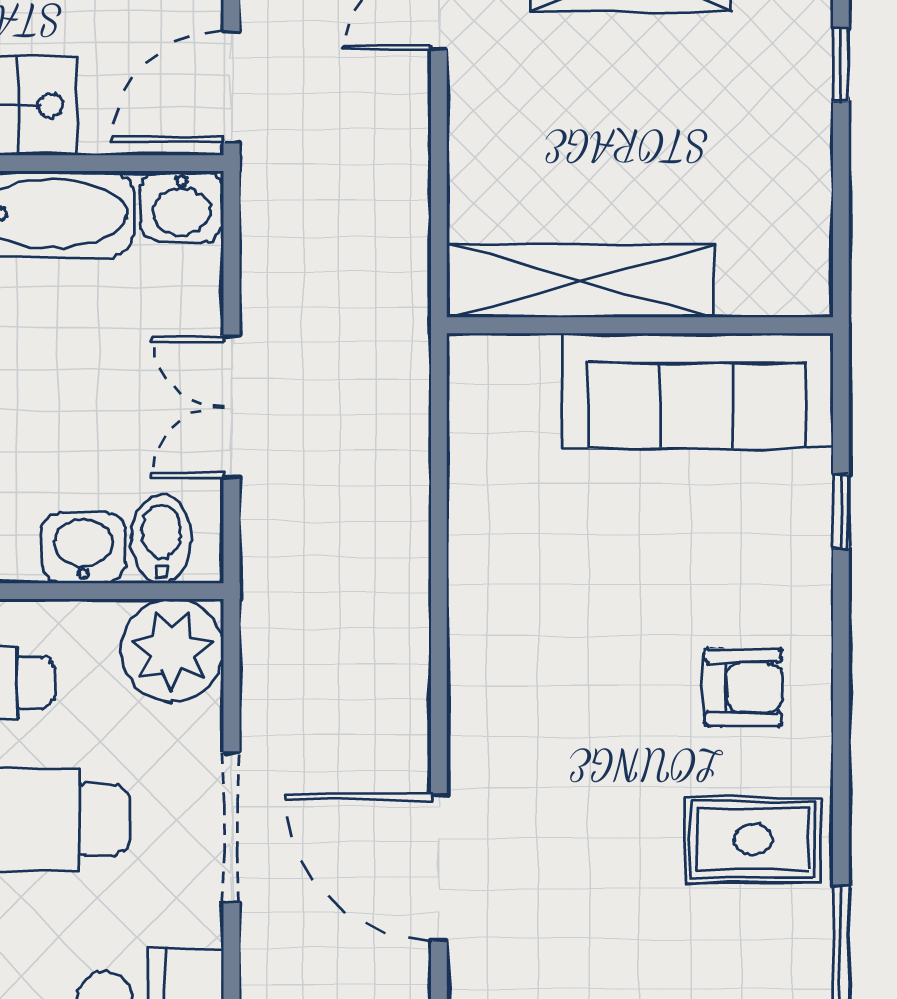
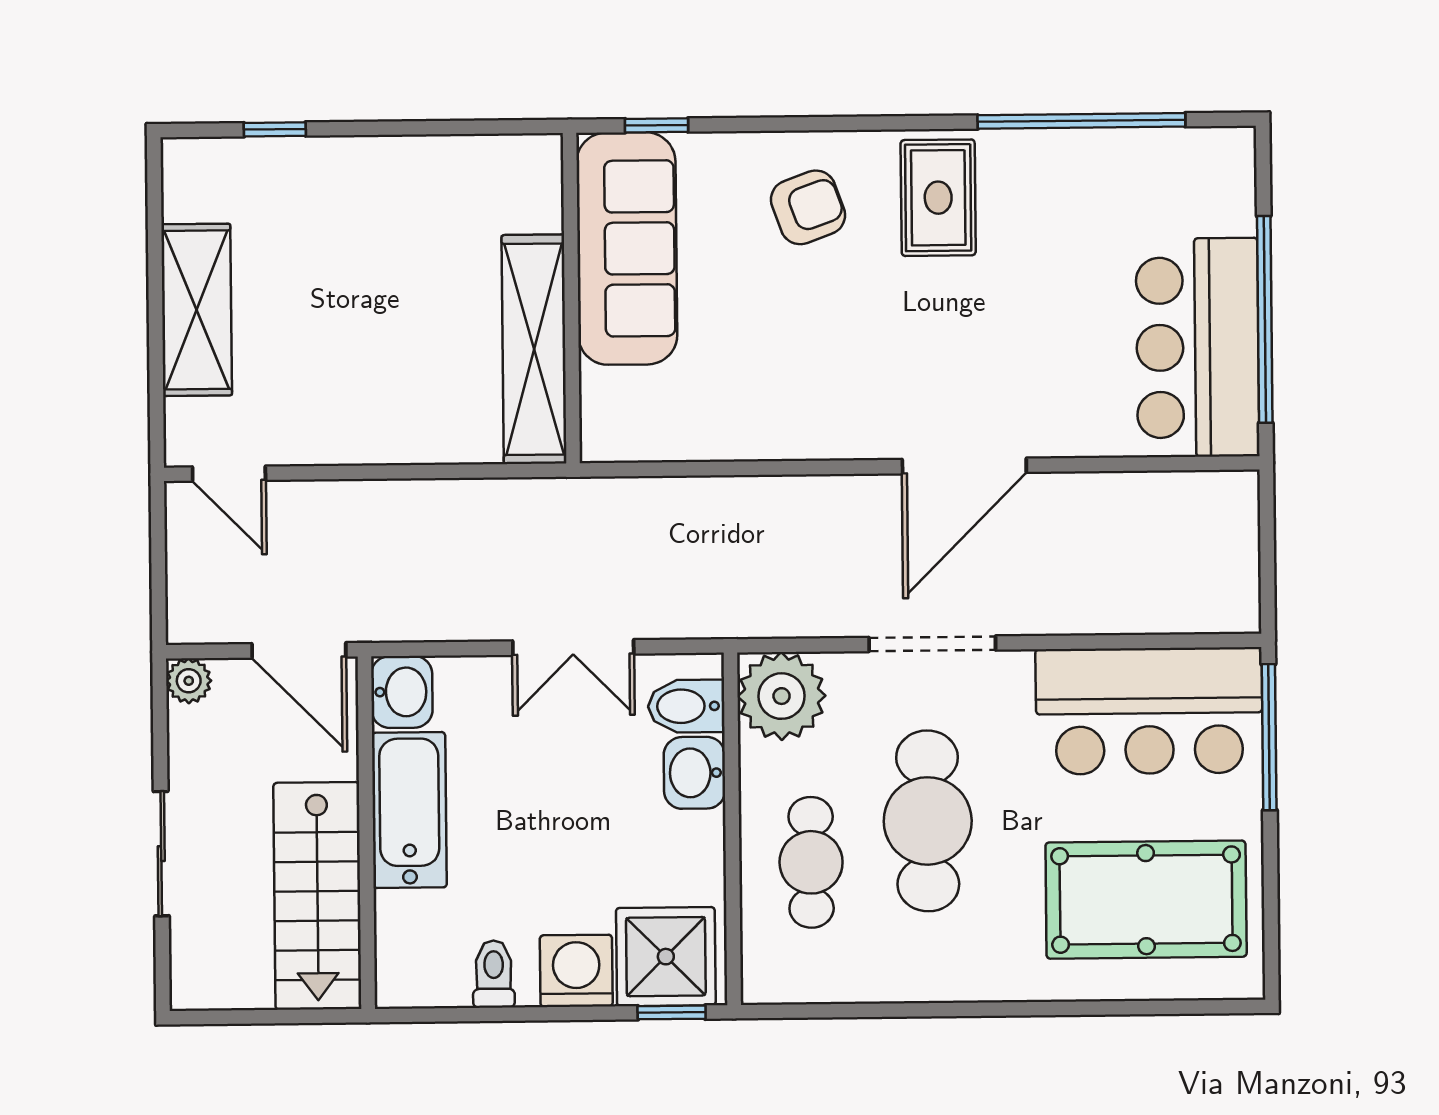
shelving: (581, 281) -> (534, 349), moved
wall: (640, 325) -> (571, 298), moved
sofa: (697, 391) -> (627, 249), moved
armchair: (743, 687) -> (808, 207), turned 70

